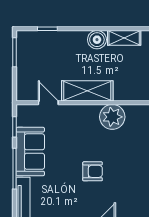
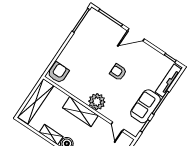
shelving: (87, 91) -> (80, 112), moved
plant: (112, 117) -> (97, 102), moved

